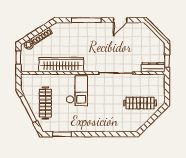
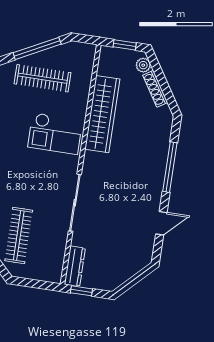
door: (120, 20) -> (161, 223), swing flipped

